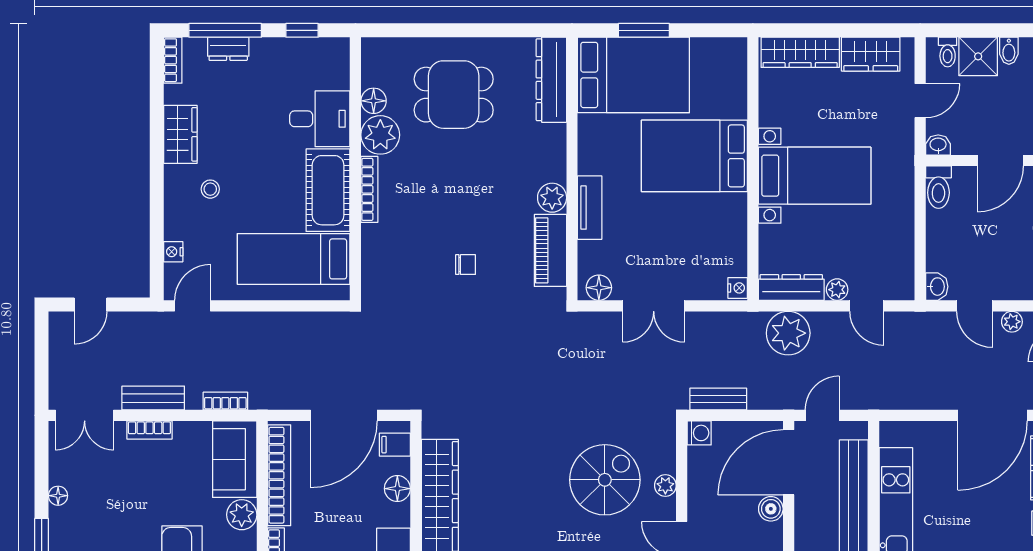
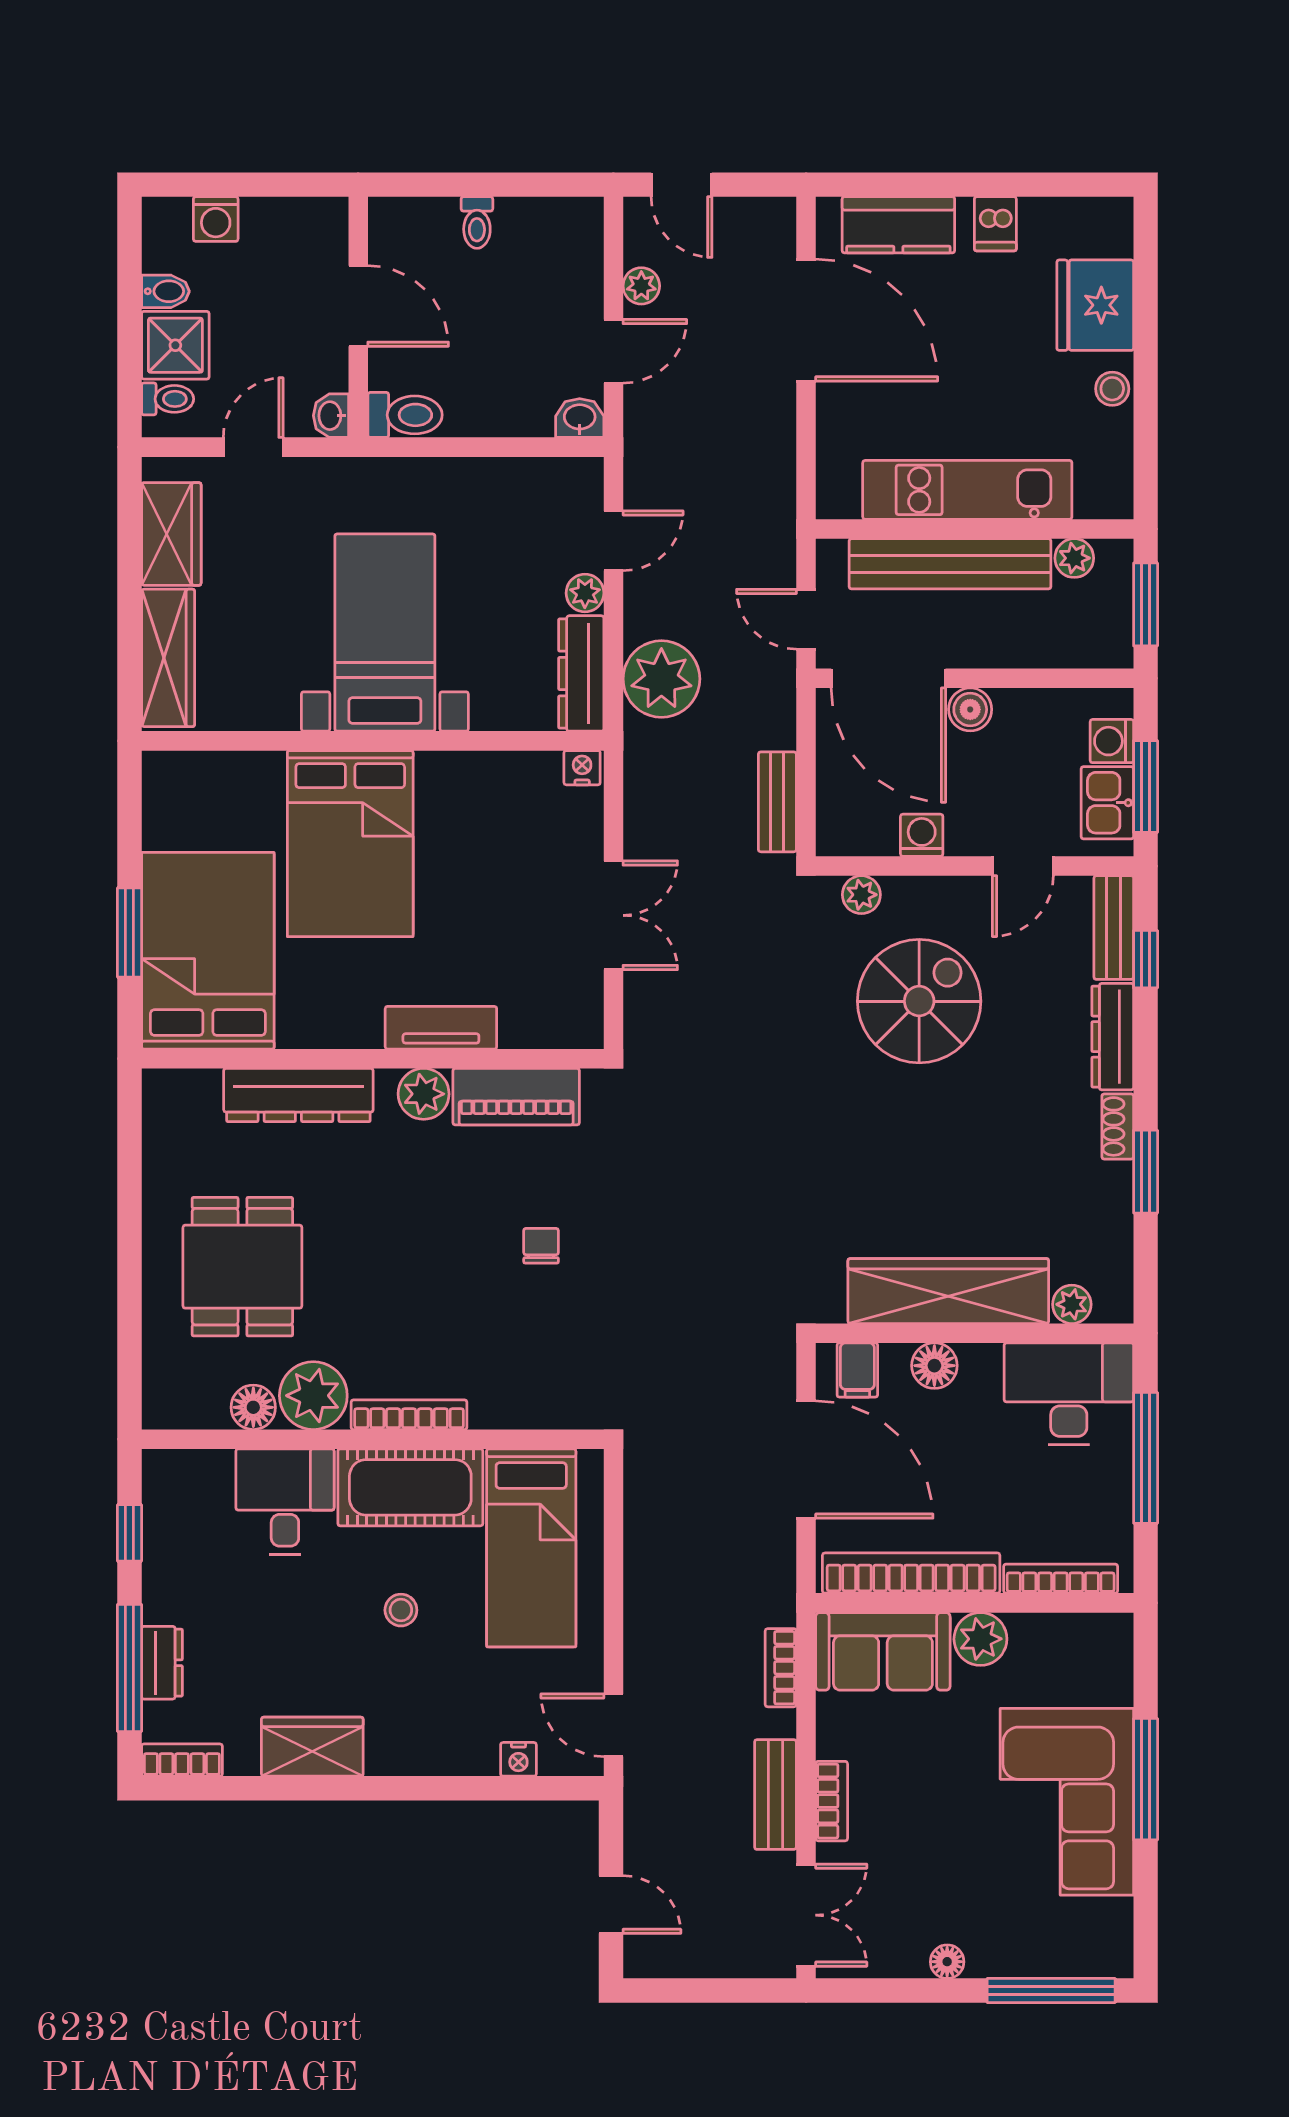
dresser: (551, 80) -> (298, 1095), moved
door: (920, 101) -> (253, 447), hinge flipped
stool: (210, 189) -> (401, 1610), moved
floor lamp: (599, 288) -> (582, 1012), removed
washing machine: (699, 433) -> (922, 835), moved
spiral stairs: (605, 480) -> (919, 1001), turned 90
plant: (665, 486) -> (861, 895), moved

